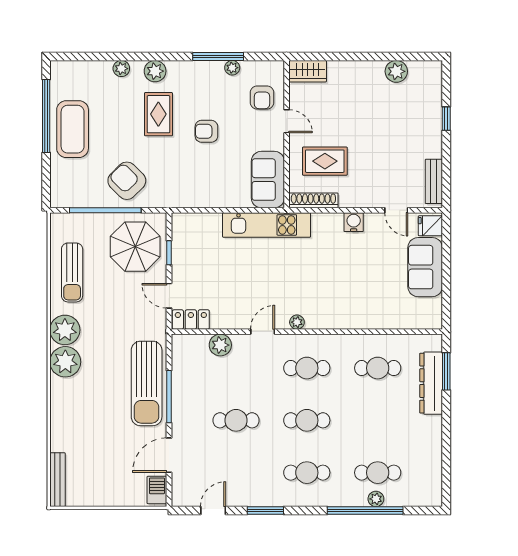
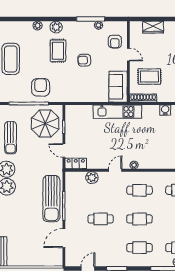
wardrobe: (308, 71) -> (153, 27), moved
armchair: (127, 181) -> (41, 87), turned 45
barbecue: (157, 490) -> (57, 257), removed

